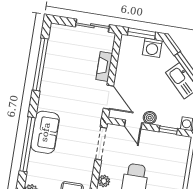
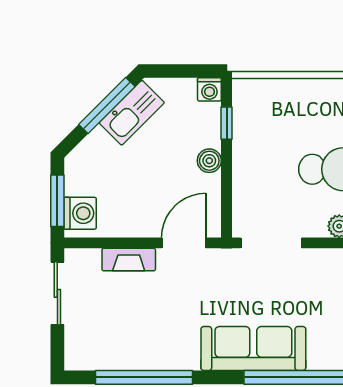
washing machine: (152, 48) -> (80, 213), moved
door: (133, 124) -> (227, 189), removed
sofa: (45, 132) -> (253, 349), width x1.36

